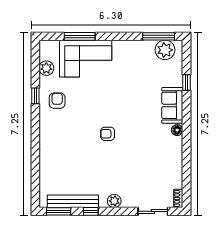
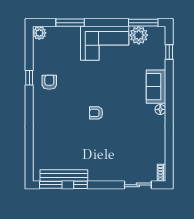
plant: (165, 50) -> (139, 35), moved
corner sofa: (86, 59) -> (105, 43), moved
plant: (46, 68) -> (39, 33), moved
window: (186, 82) -> (169, 52), moved
plant: (114, 201) -> (102, 175), removed

